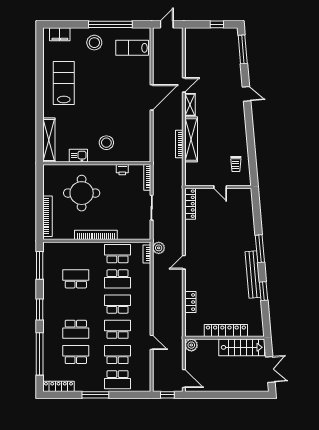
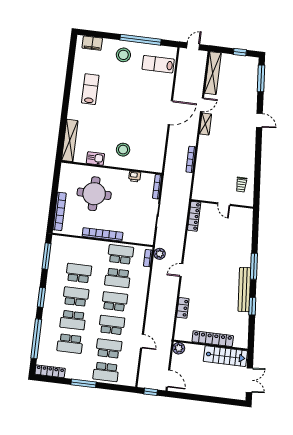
lab bench: (64, 83) -> (90, 89), width x0.73, depth x0.72
shelving: (191, 139) -> (213, 73), moved
school desk: (76, 304) -> (76, 297), added
school desk: (76, 355) -> (70, 344), turned 180

